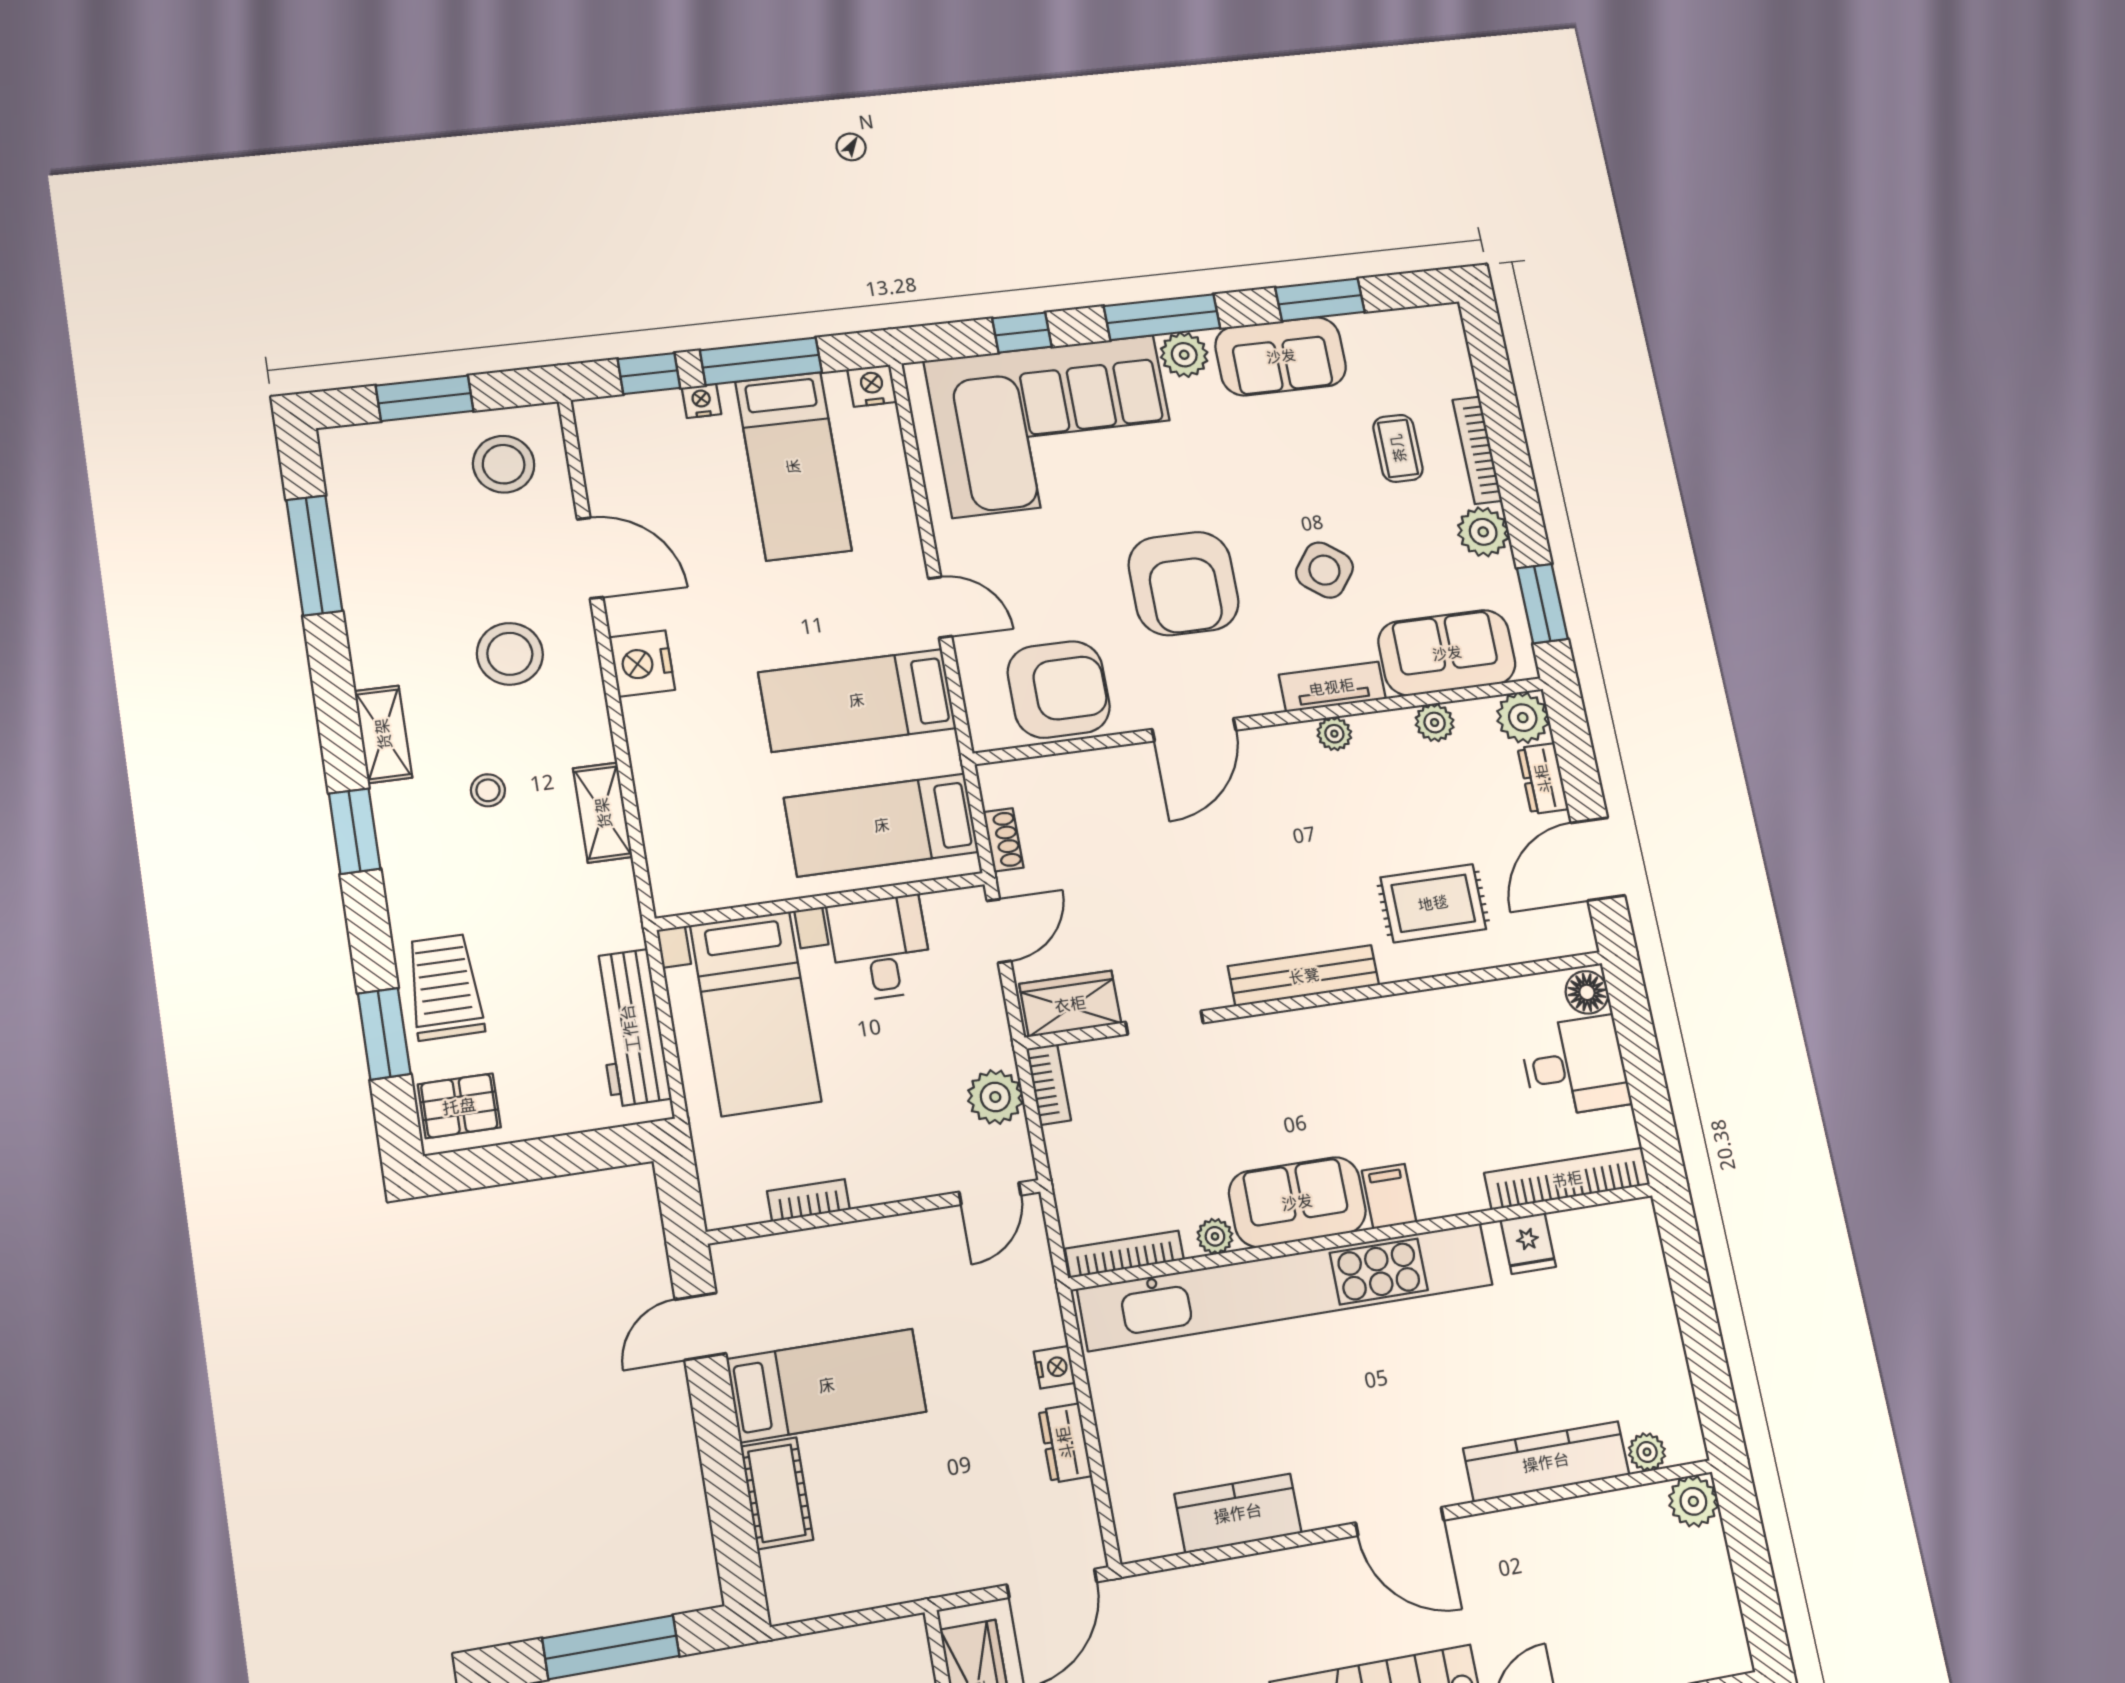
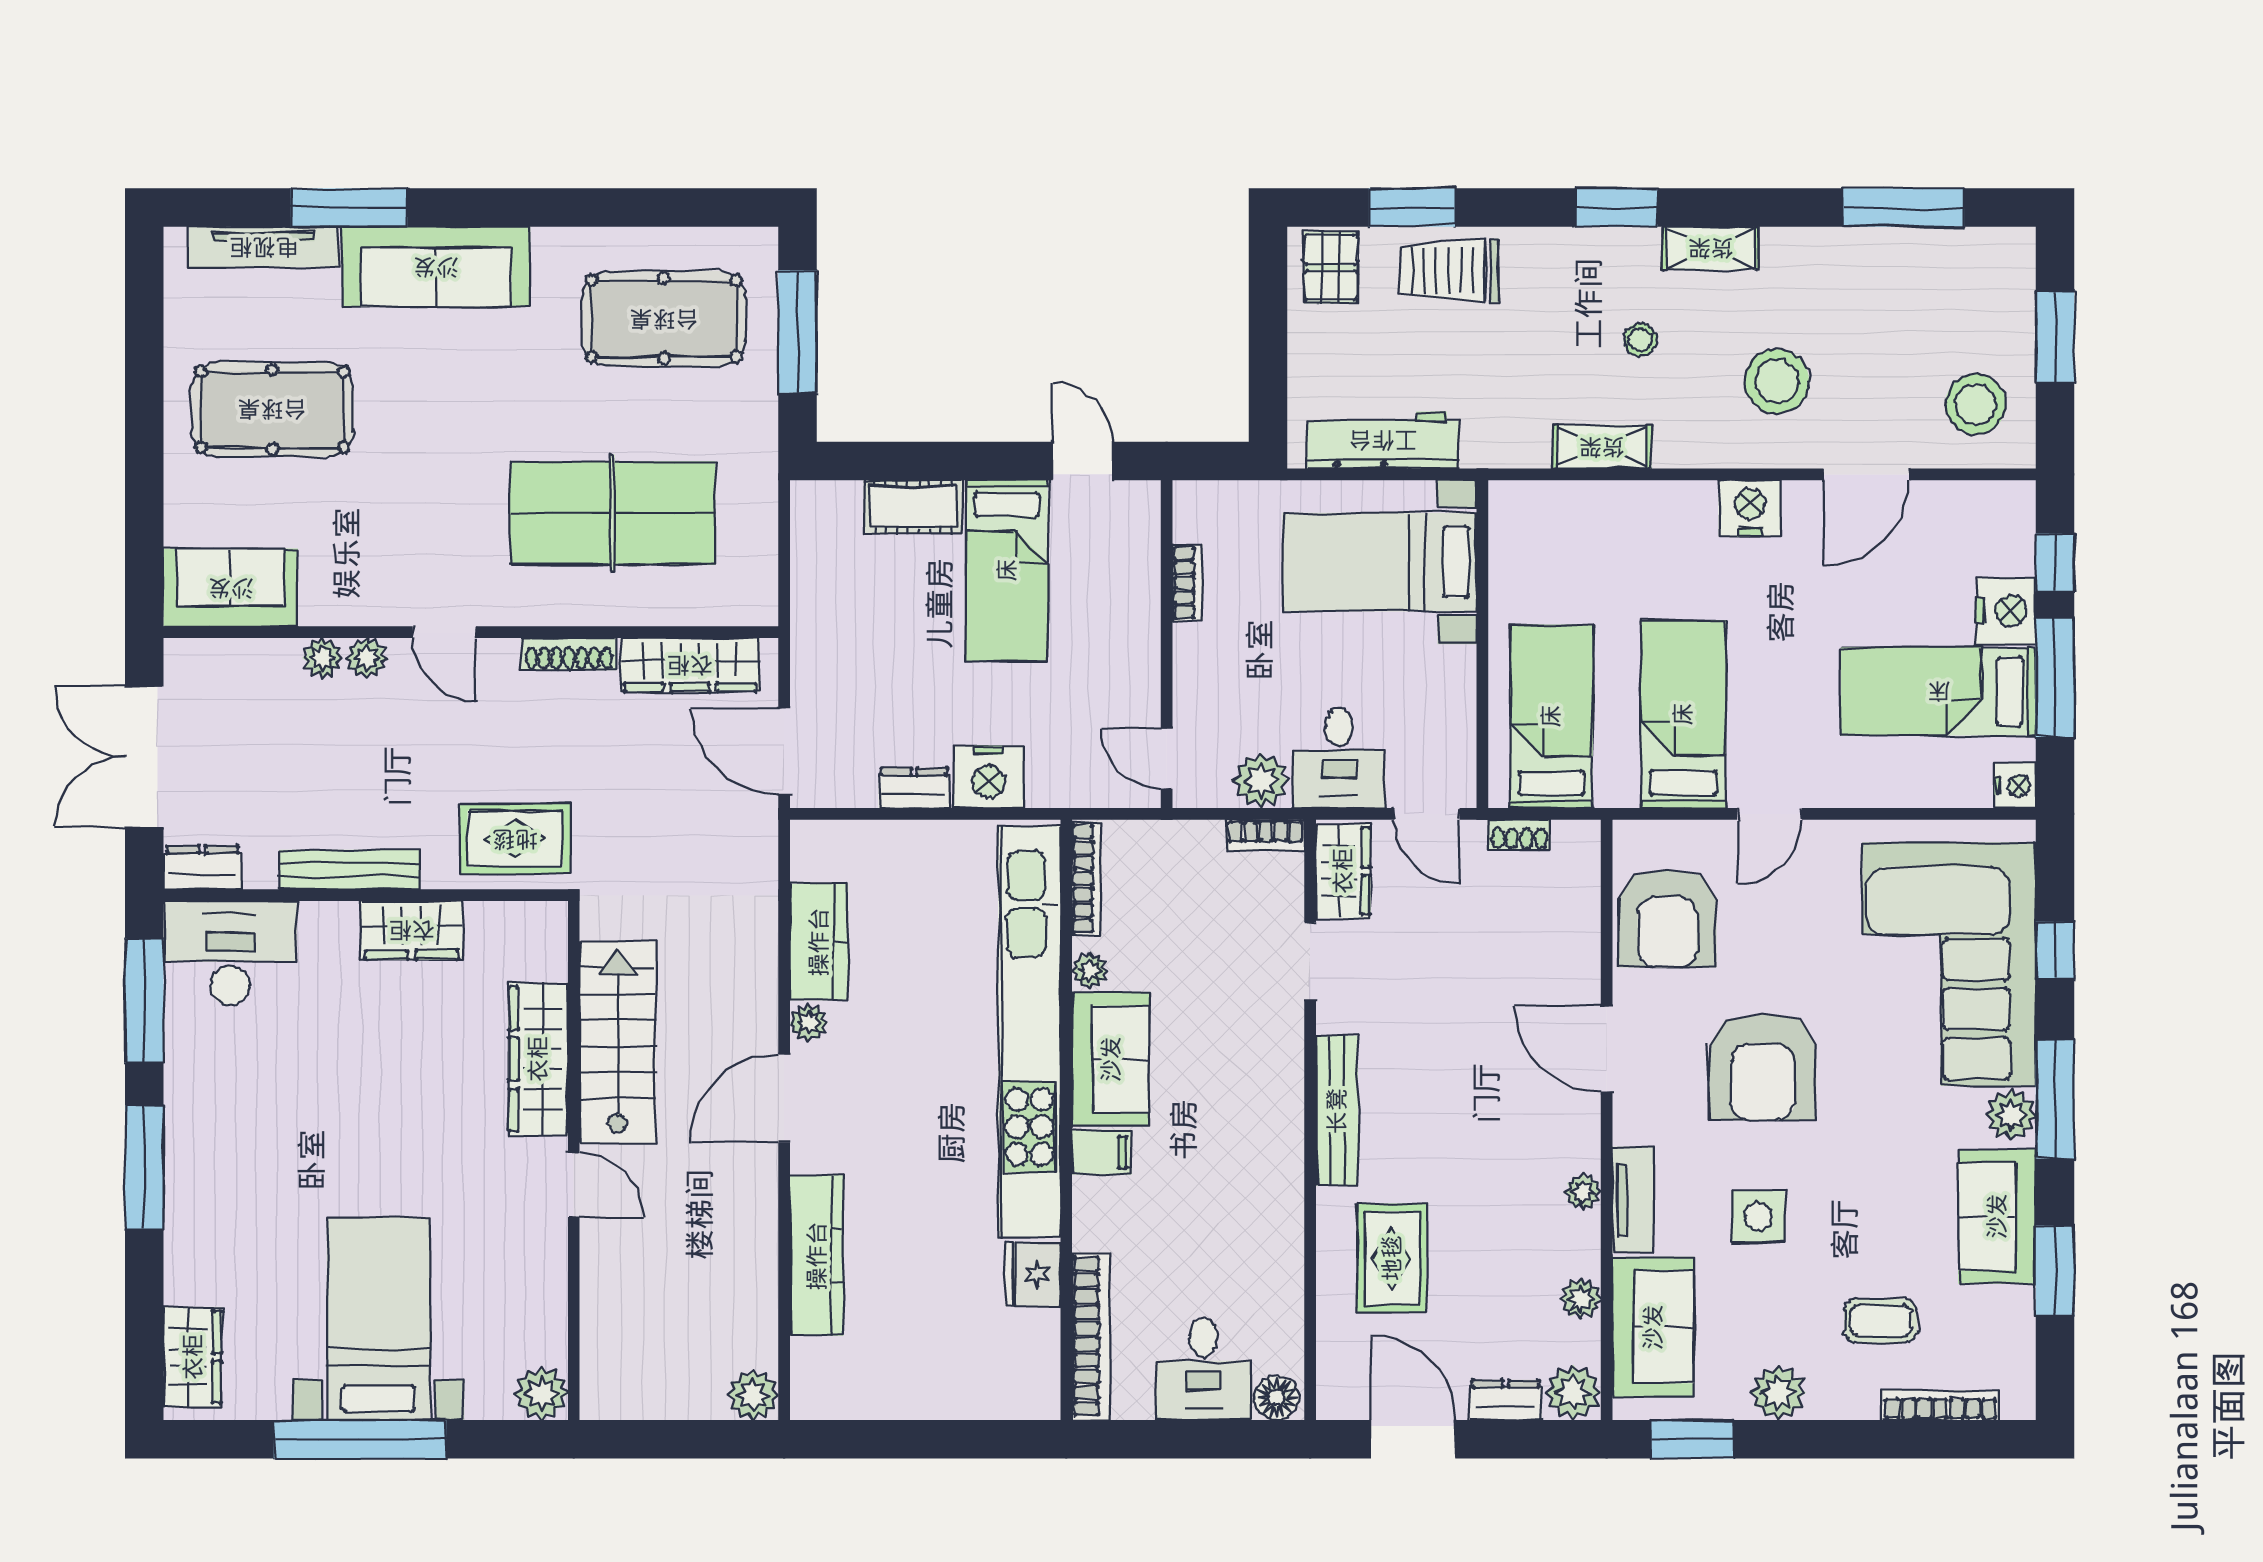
nightstand: (702, 401) -> (2006, 611), width x1.89, depth x1.79
bookcase: (1477, 450) -> (1941, 1405), moved
side table: (1324, 570) -> (1758, 1216), turned -37
armchair: (1184, 584) -> (1763, 1067), turned -90
desk: (881, 948) -> (1339, 758), moved, turned 90
trolley: (445, 987) -> (1449, 271), turned 180
fridge: (1528, 1243) -> (1033, 1274), width x1.38
nightstand: (1054, 1367) -> (988, 777), width x1.89, depth x1.79
plant: (1647, 1452) -> (809, 1023), moved

